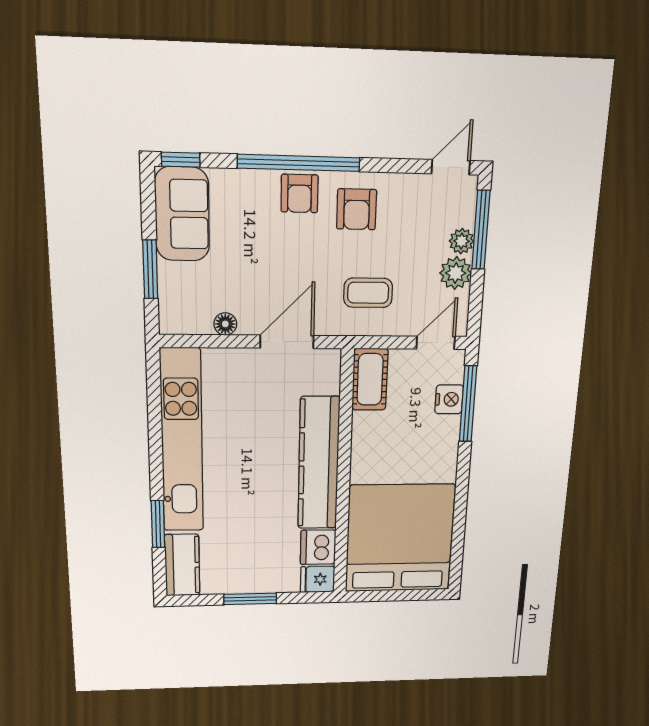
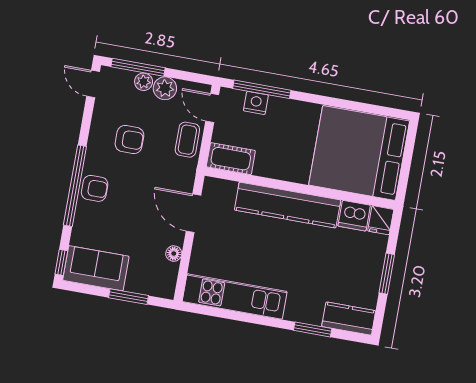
armchair: (357, 209) -> (129, 140), moved
coffee table: (368, 293) -> (187, 140), moved
kitchen unit: (182, 441) -> (235, 296), width x0.73

